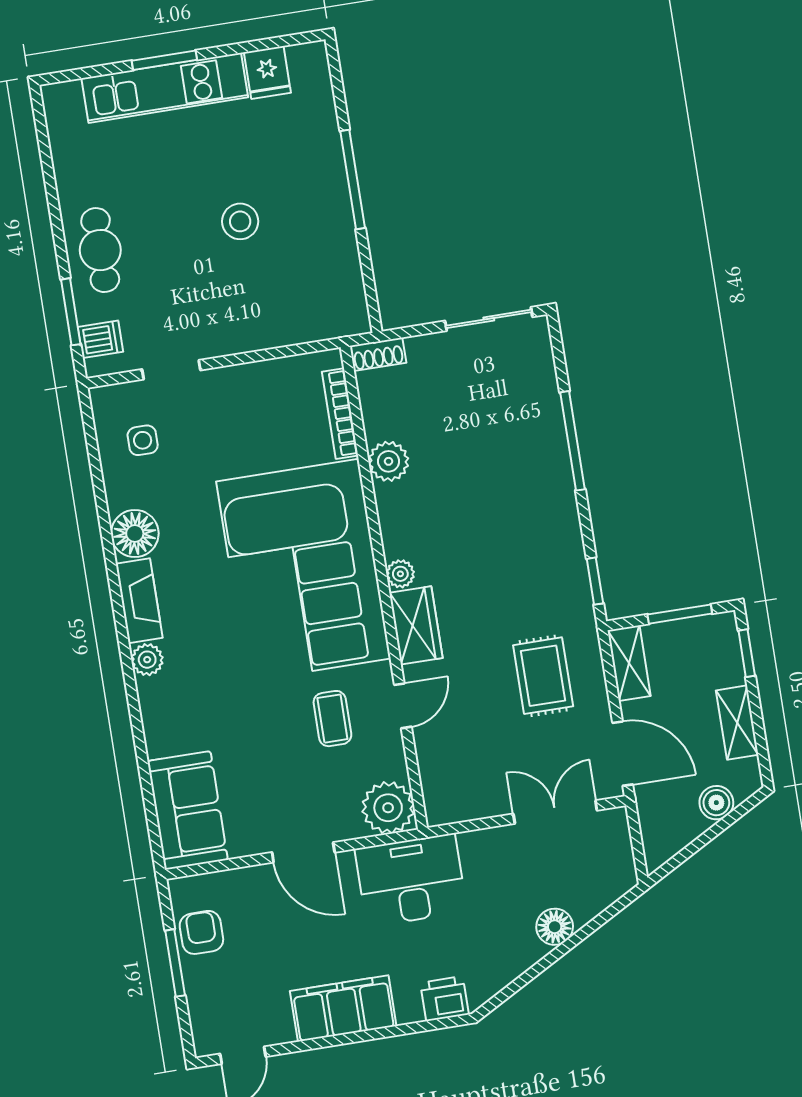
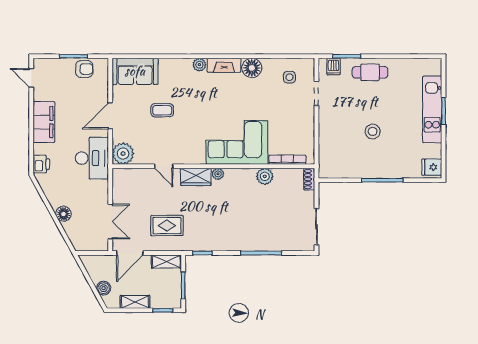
fridge: (267, 72) -> (432, 167), moved
corner sofa: (303, 570) -> (237, 142), width x0.73, depth x0.74
coffee table: (332, 719) -> (162, 110), moved

